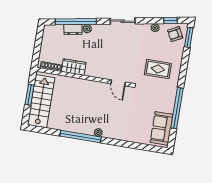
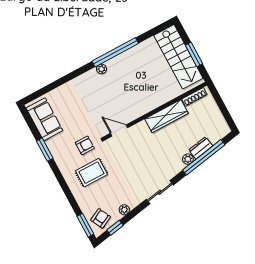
wardrobe: (74, 67) -> (166, 116), width x1.50
armchair: (148, 90) -> (85, 145), added
window: (177, 108) -> (45, 150), width x0.47

